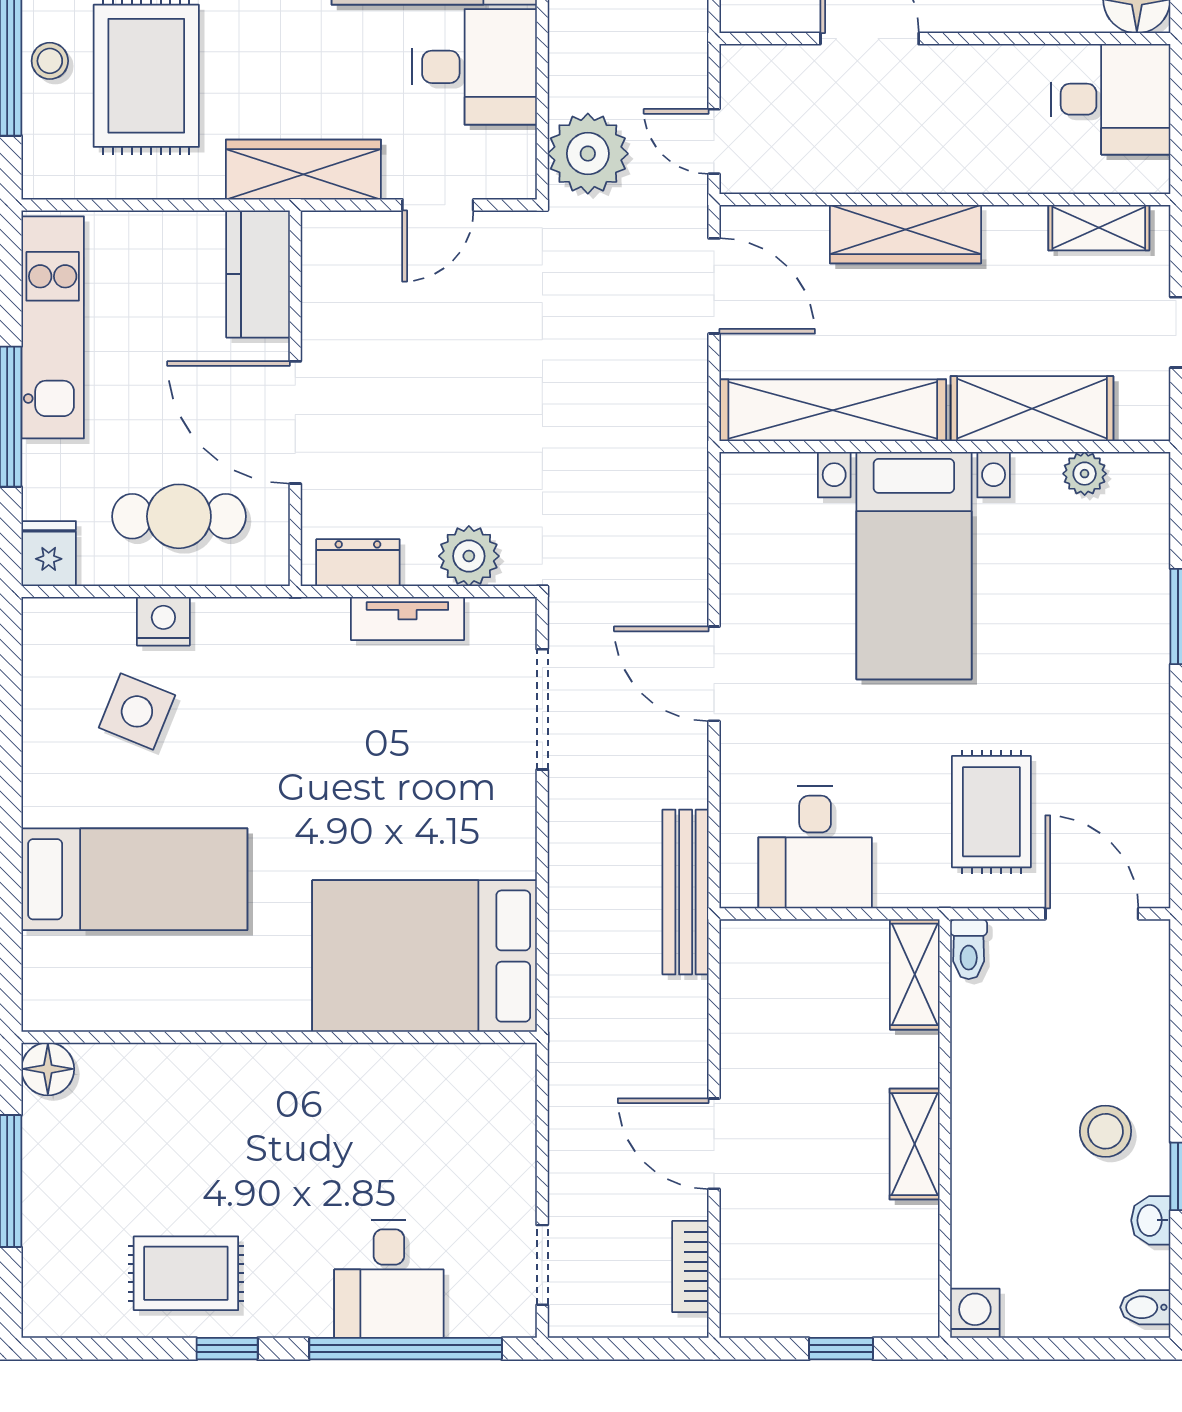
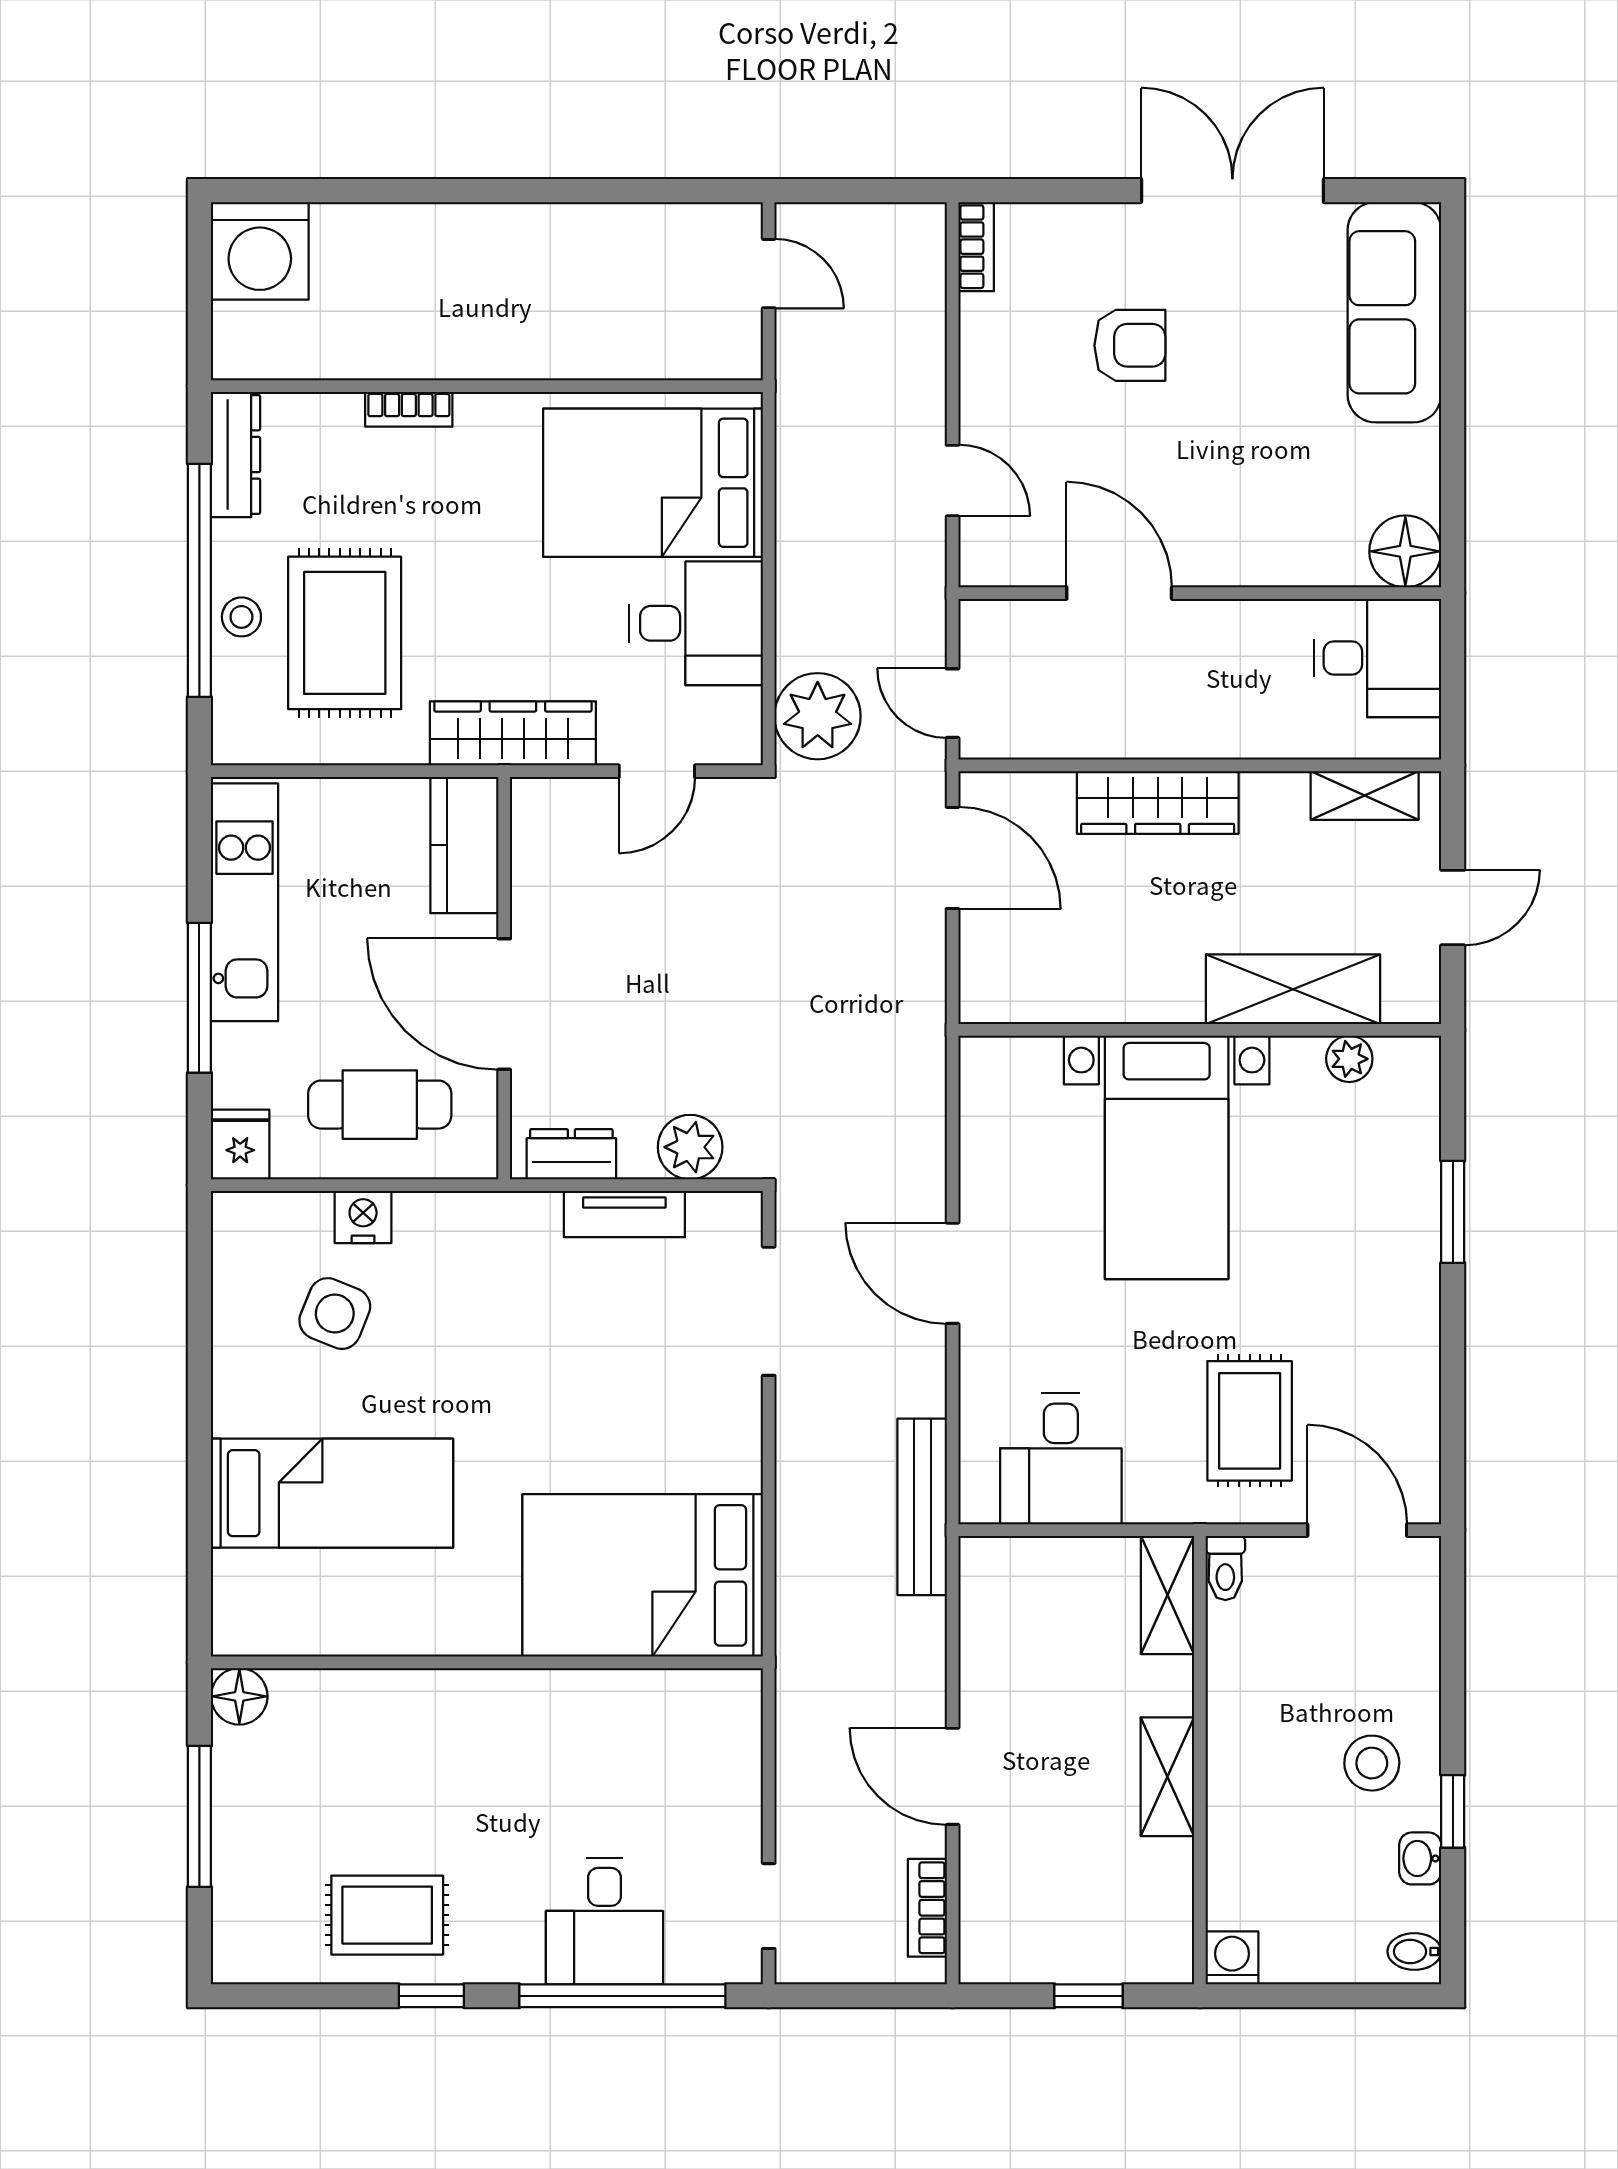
shelving: (833, 410) -> (1080, 991), removed

